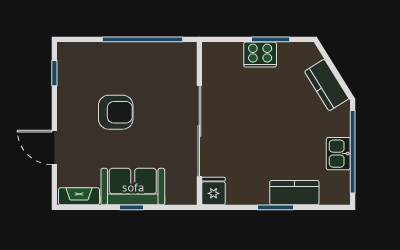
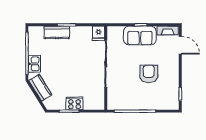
armchair: (116, 112) -> (149, 74), turned 90
door: (54, 147) -> (180, 45), moved
kitchen sink: (338, 154) -> (34, 64), moved

